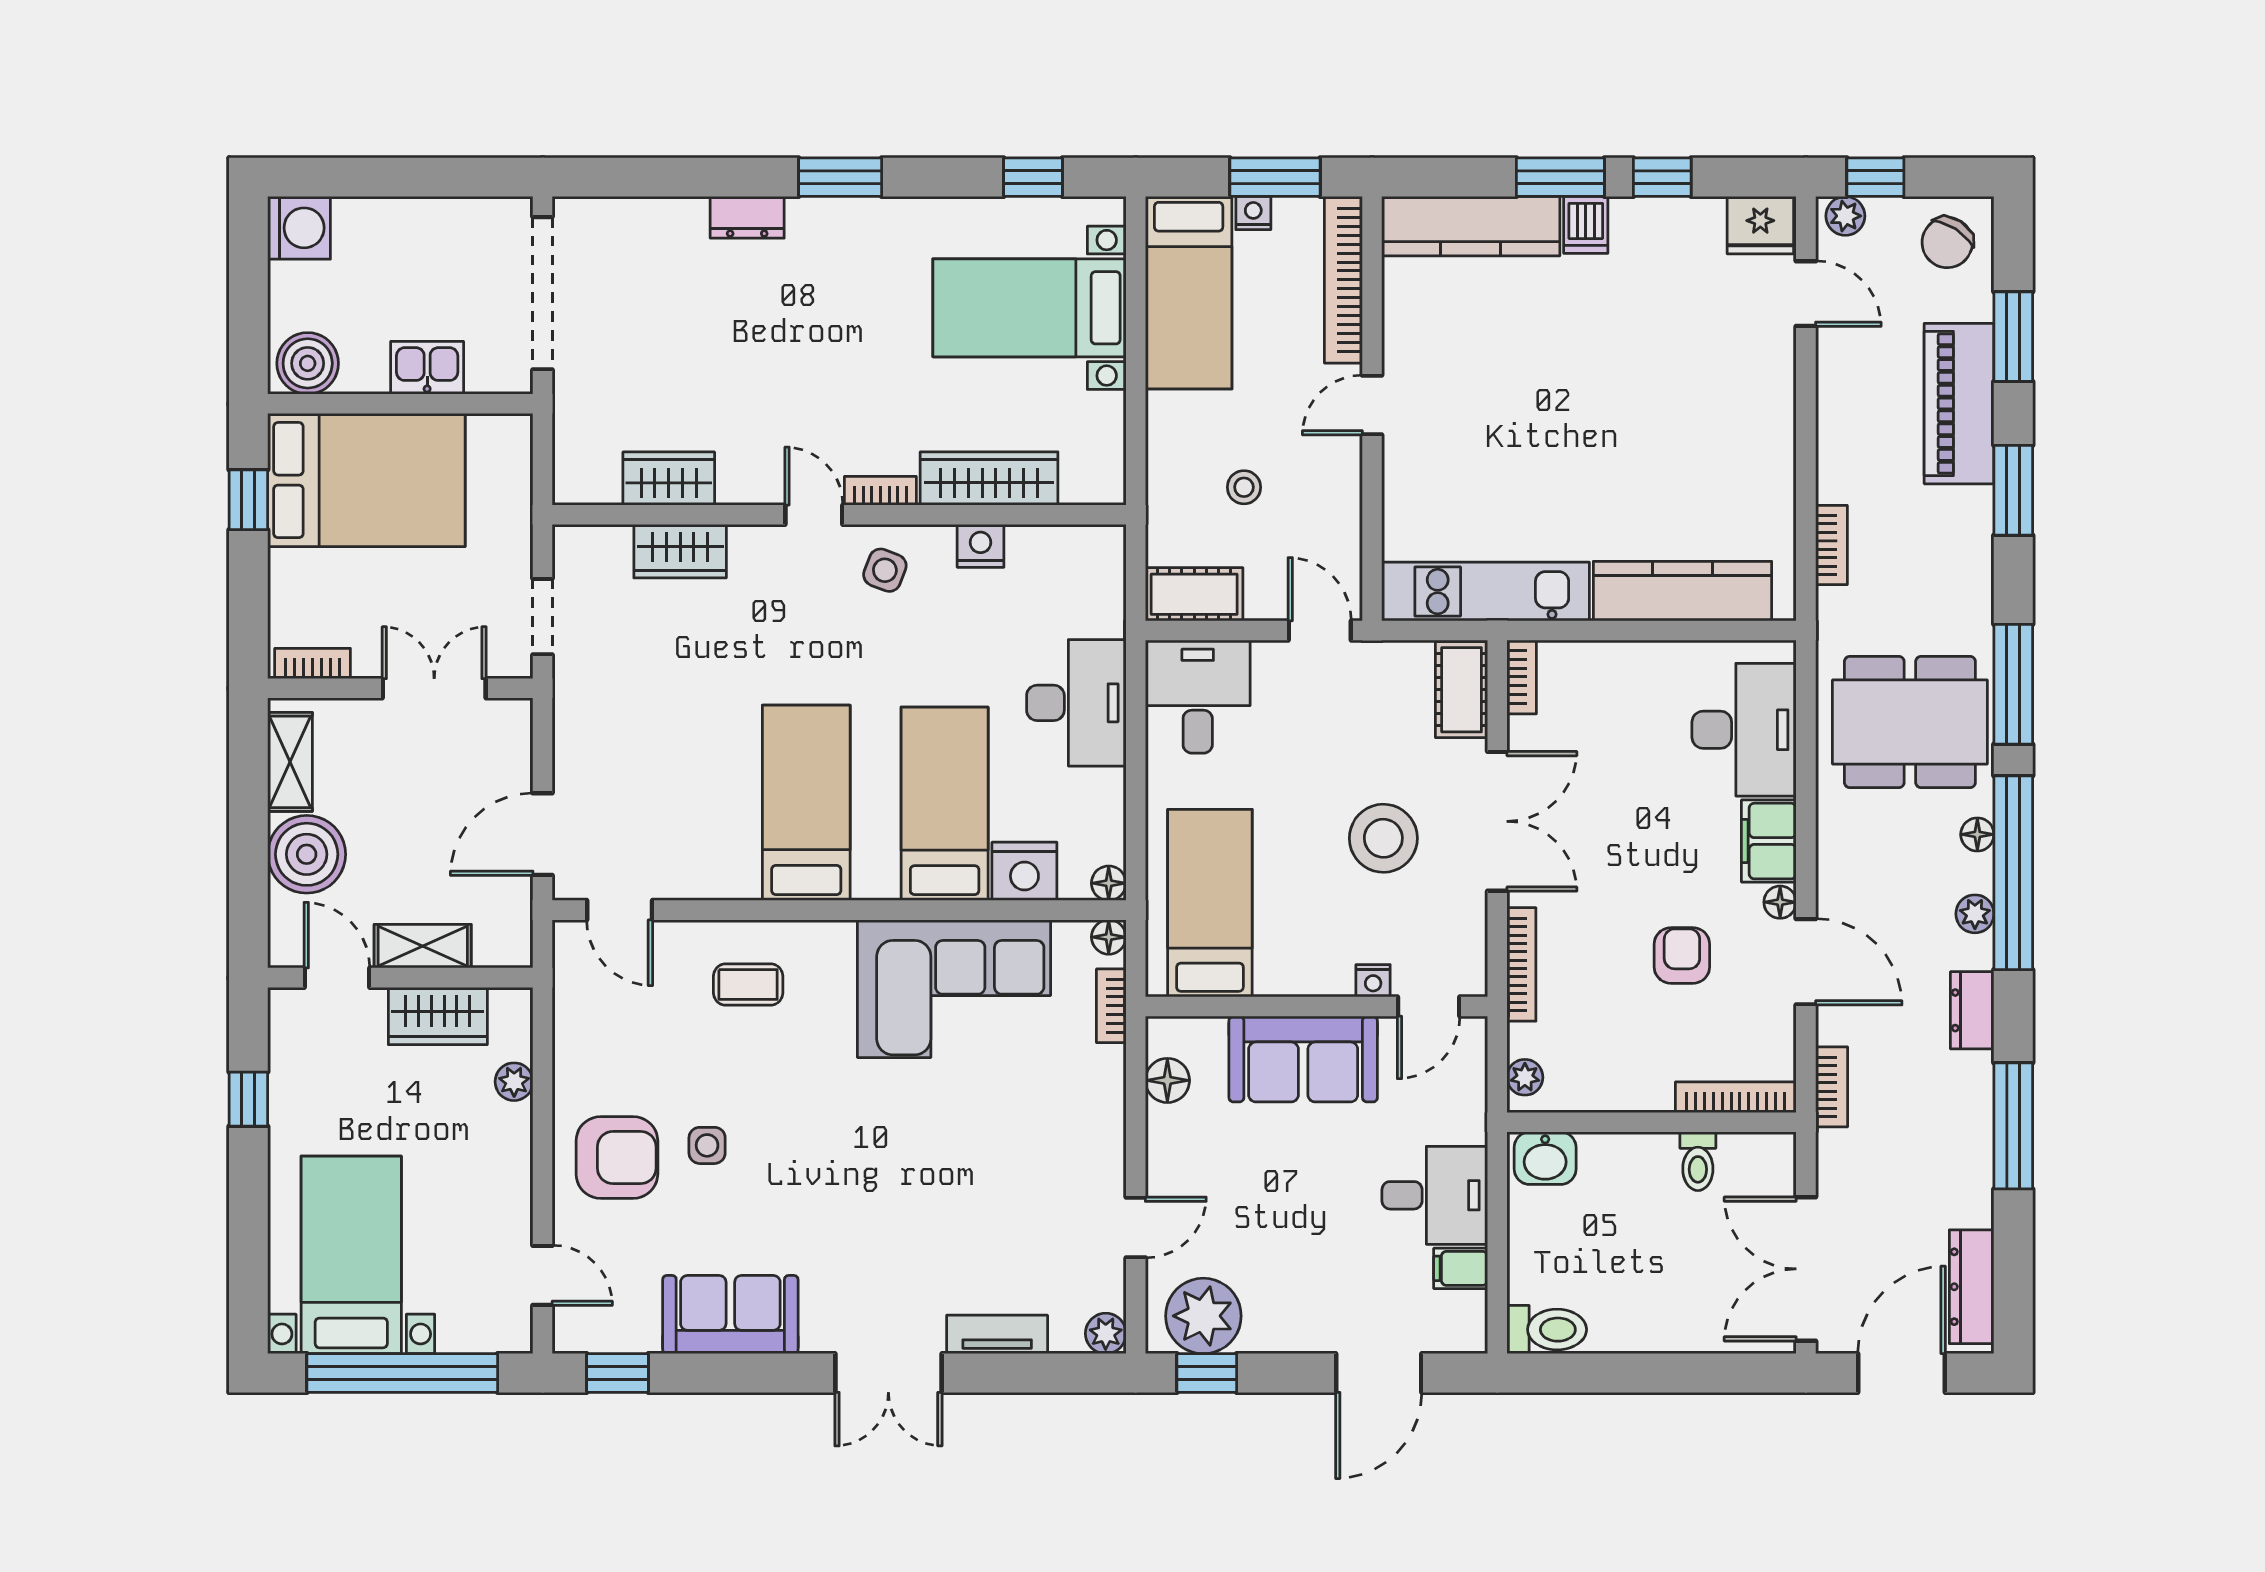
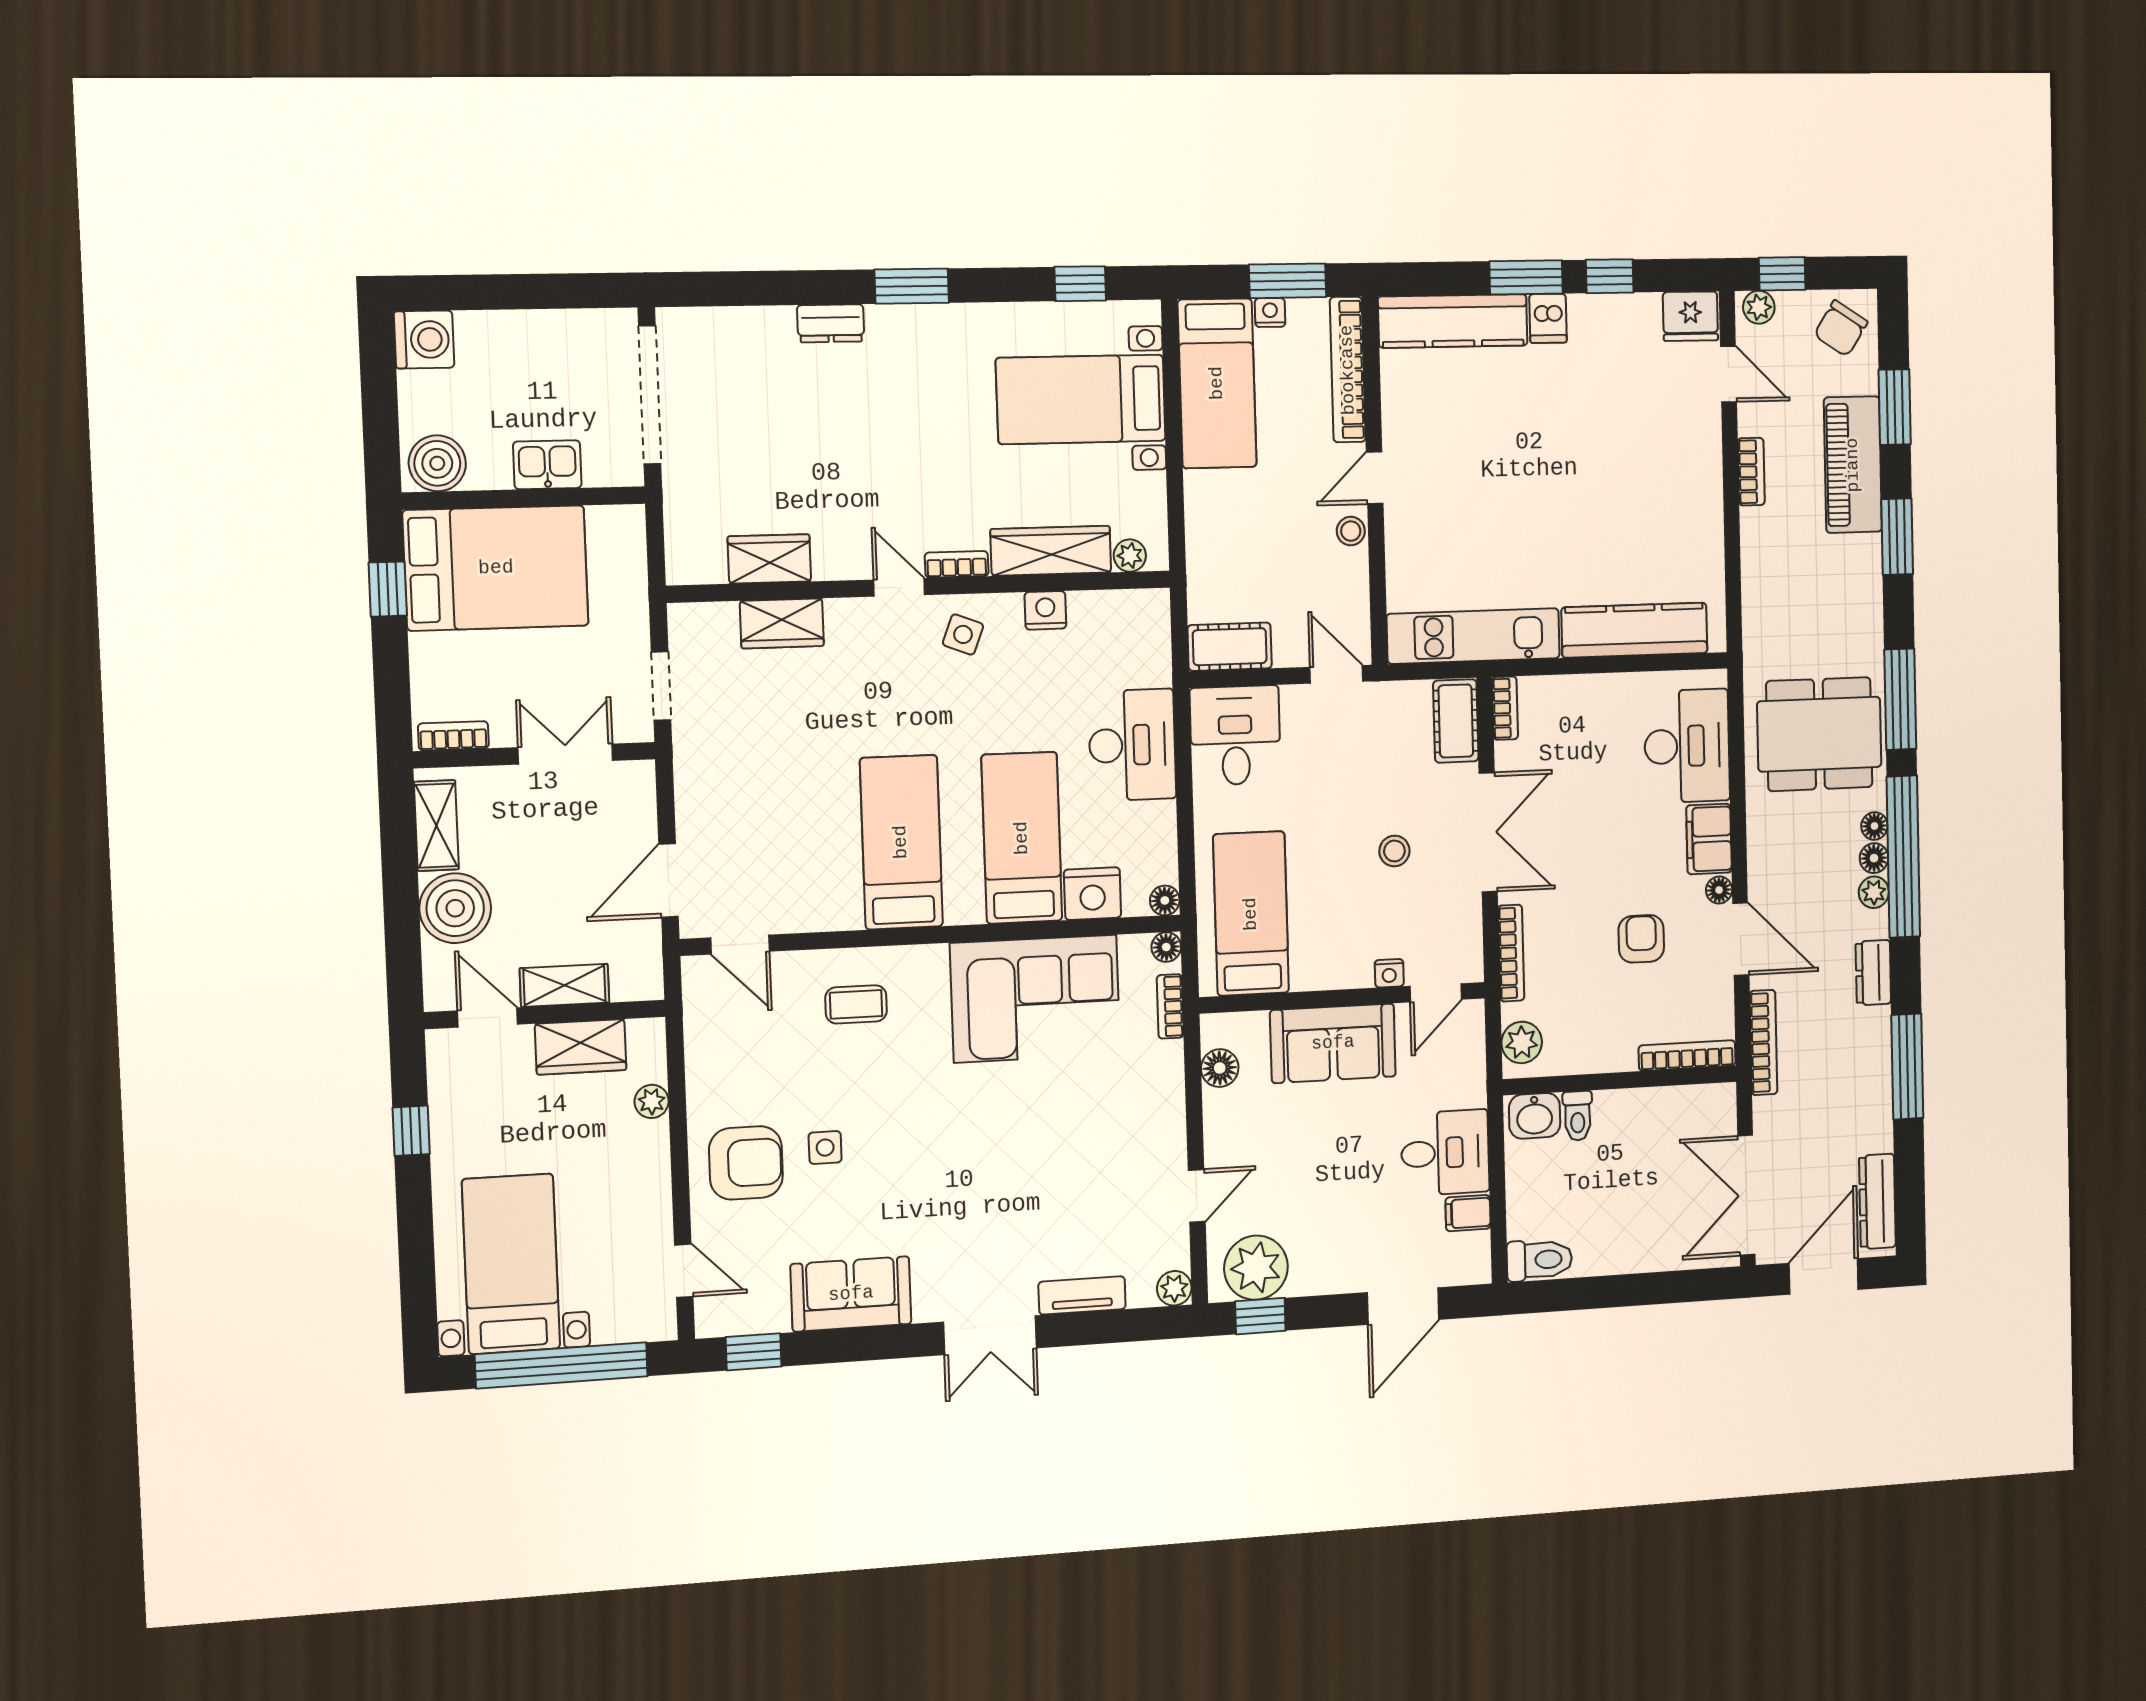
plant: (1080, 486) -> (1130, 556), added
stool: (1244, 487) -> (1351, 531), moved
bookcase: (1831, 545) -> (1751, 472), moved
stool: (1383, 838) -> (1394, 851), width x0.53, depth x0.53
floor lamp: (1976, 873) -> (1874, 858), added
plant: (1525, 1077) -> (1522, 1042), width x1.38, depth x1.38
bookcase: (1832, 1087) -> (1764, 1043), width x1.56
toilet: (1698, 1161) -> (1578, 1116), moved

